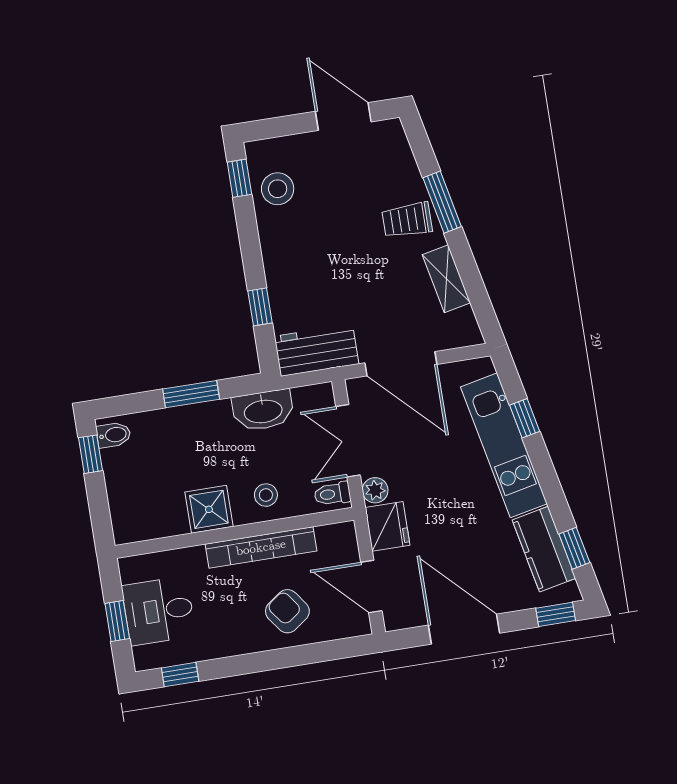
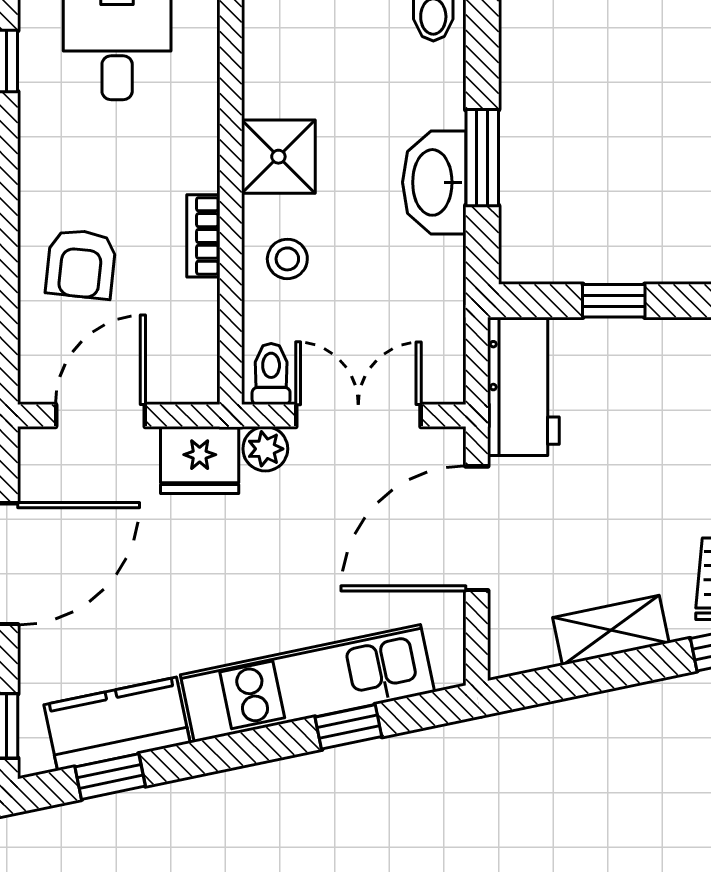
washbasin: (263, 410) -> (434, 182), moved
bookcase: (261, 547) -> (203, 236), width x0.43, depth x0.76
armchair: (287, 611) -> (81, 264), turned 132

